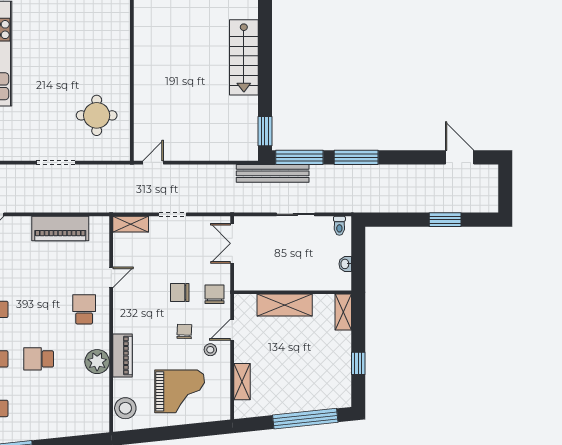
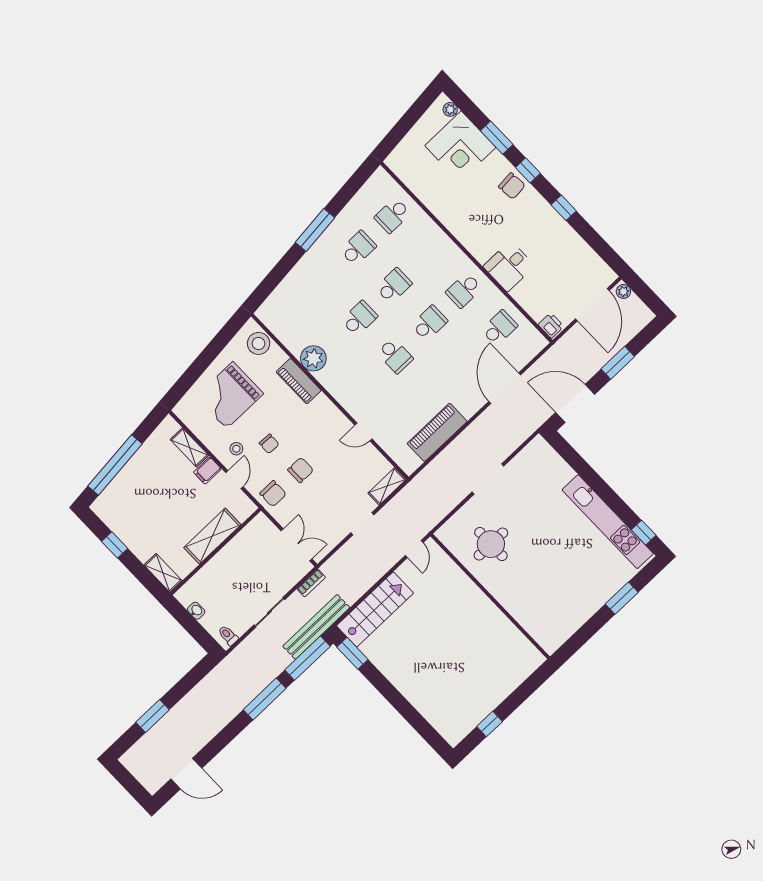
stairs: (244, 57) -> (375, 609), moved, turned 90
bookcase: (247, 207) -> (311, 583), added
door: (111, 277) -> (363, 432), hinge flipped
school desk: (84, 309) -> (395, 356), moved
filing cabinet: (245, 354) -> (207, 471), added

